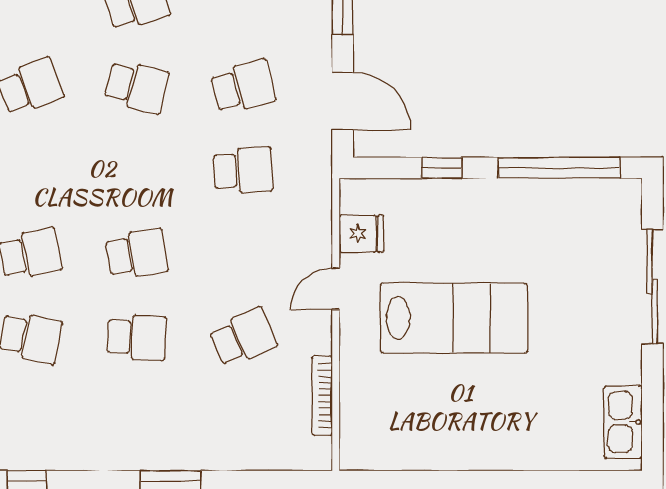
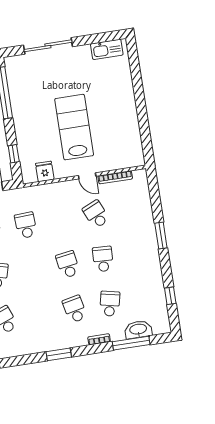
window: (442, 168) -> (14, 154), moved
door: (336, 289) -> (87, 176), moved

